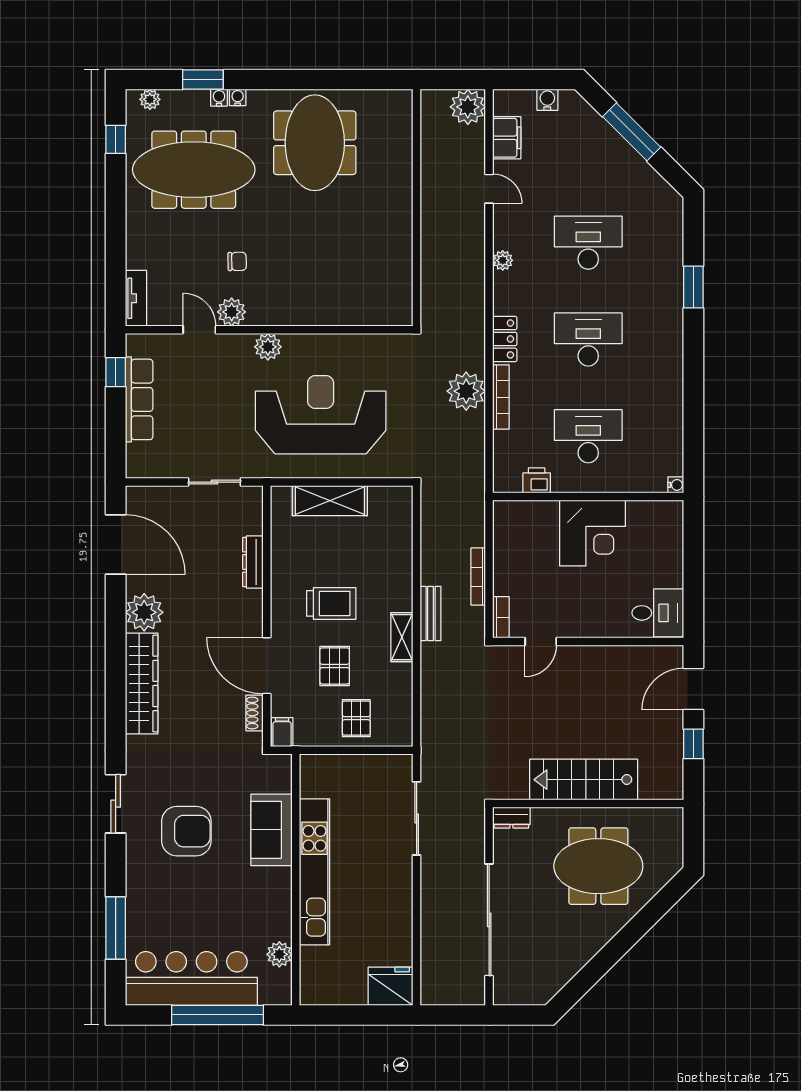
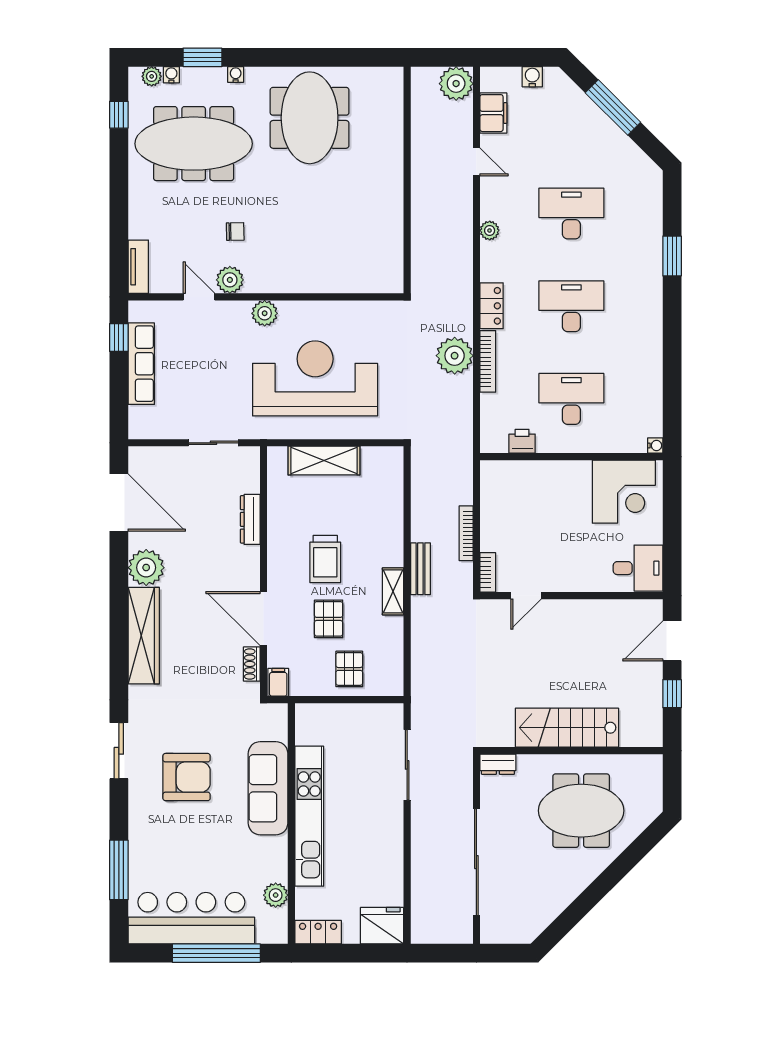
water cooler: (219, 98) -> (171, 75), moved
corner desk: (593, 533) -> (624, 492), moved
trolley: (331, 603) -> (325, 559), turned 90
sofa: (271, 830) -> (268, 788), width x1.36
locker: (324, 993) -> (318, 932), added

